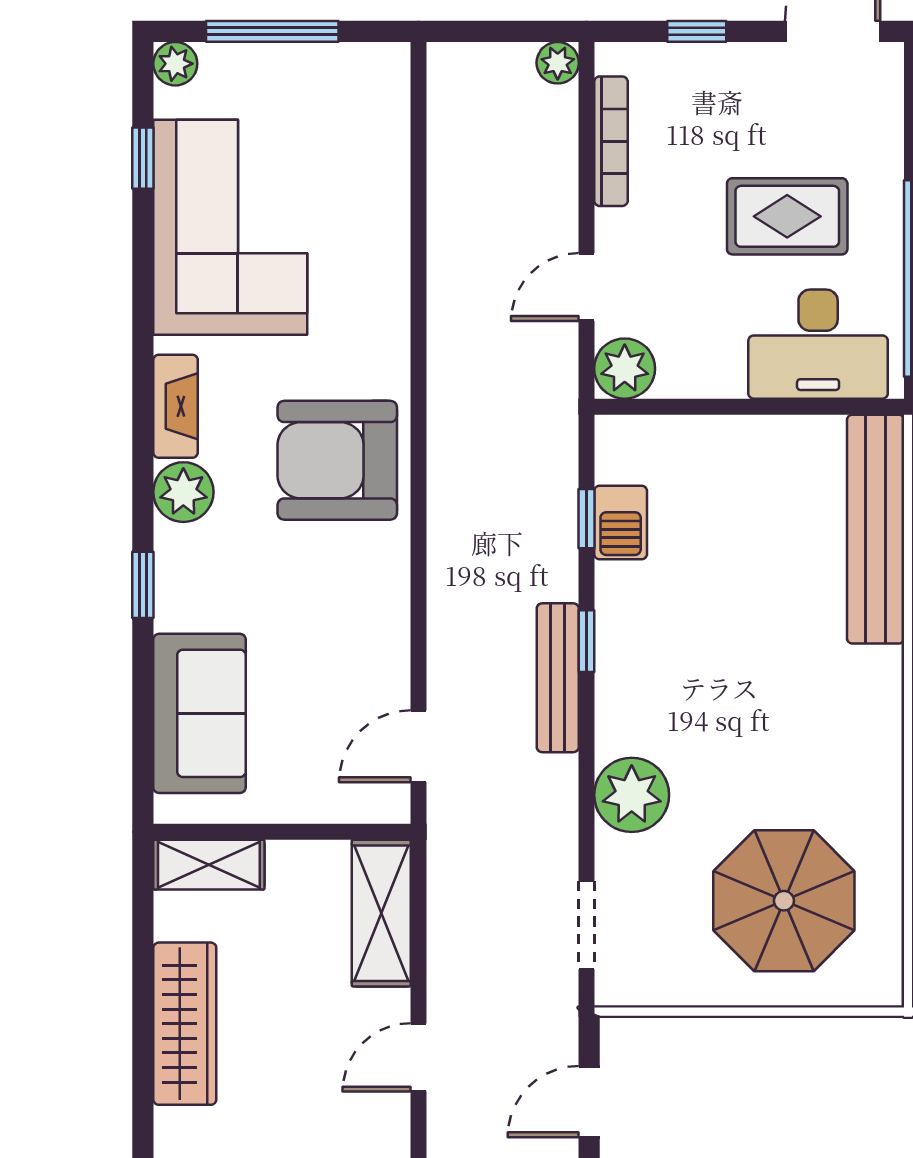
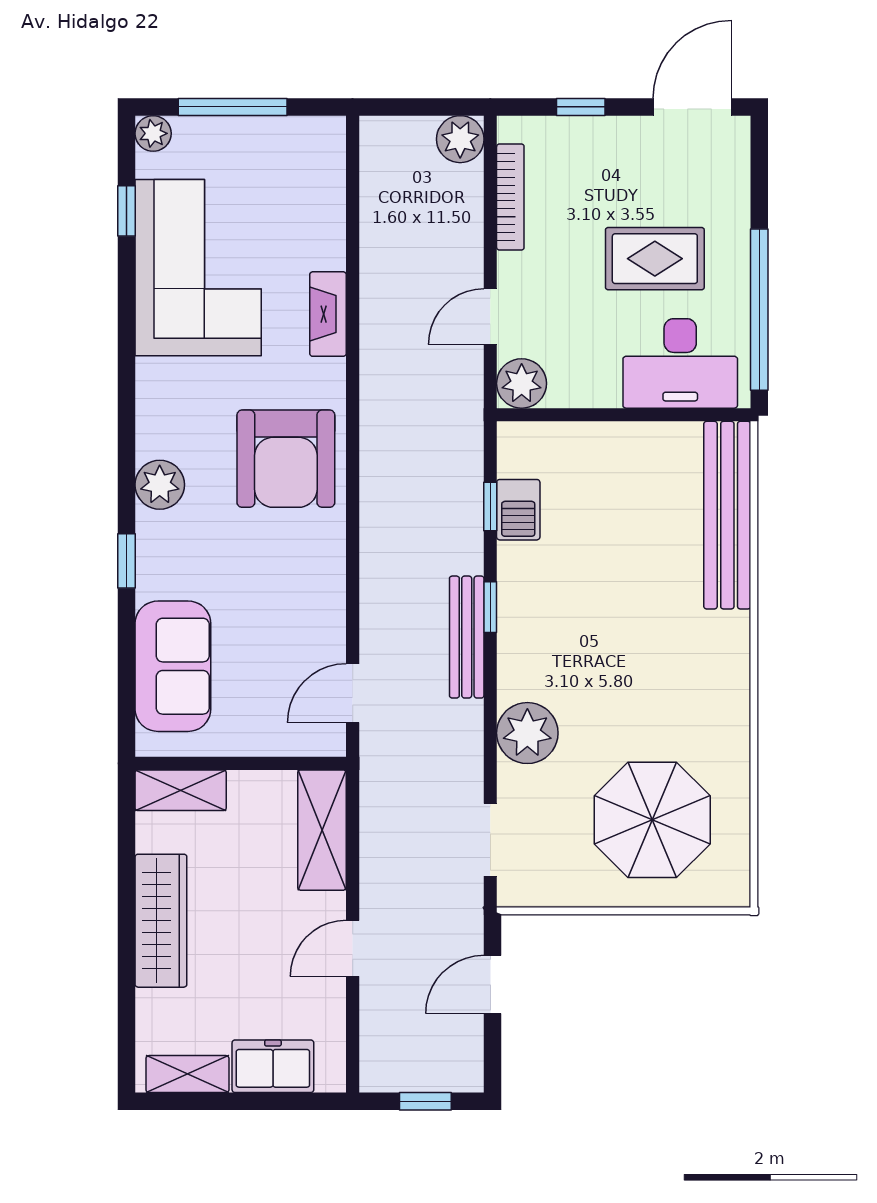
plant: (558, 63) -> (460, 139), width x1.38, depth x1.38
fireplace: (176, 406) -> (328, 314), moved, turned 180
armchair: (337, 460) -> (286, 459), turned -90

